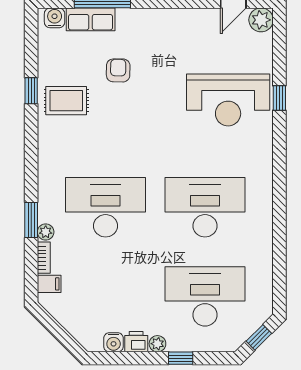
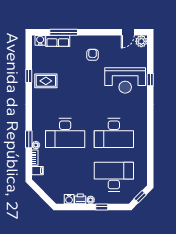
armchair: (118, 70) -> (93, 55), moved
desk: (106, 207) -> (65, 133), turned 180
desk: (205, 207) -> (114, 133), turned 180

